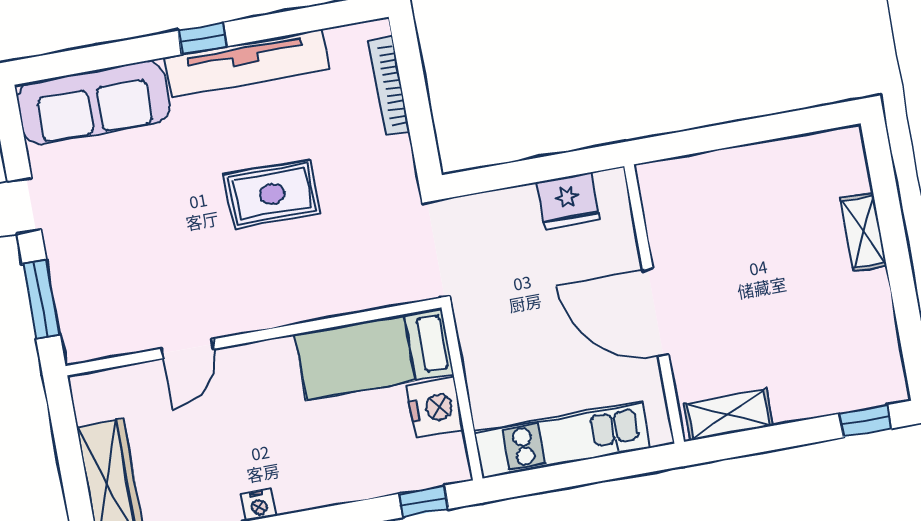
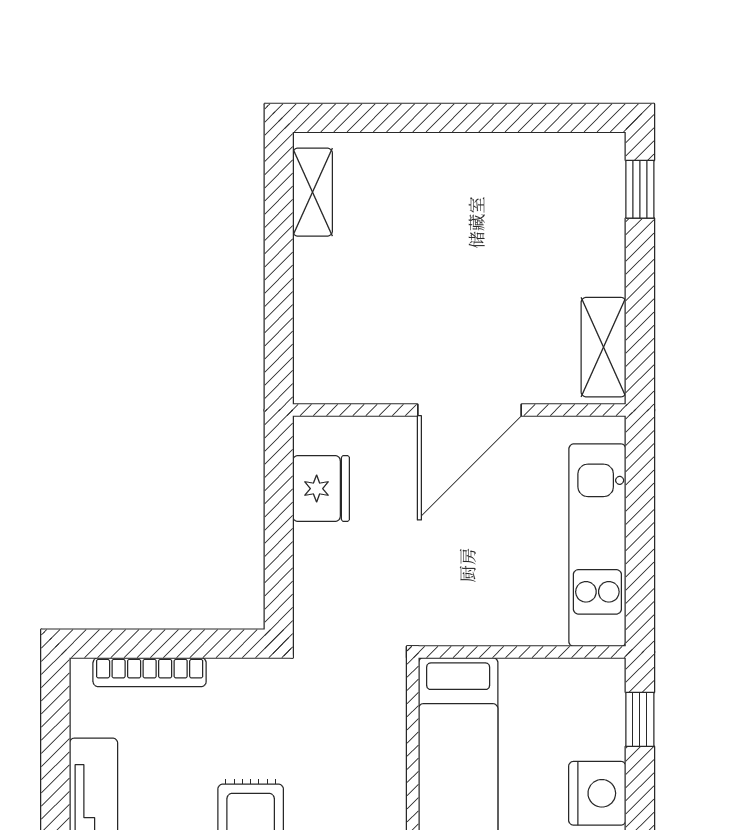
shelving: (863, 232) -> (313, 192), moved, turned 90
nightstand: (435, 408) -> (597, 793), moved, turned 90

